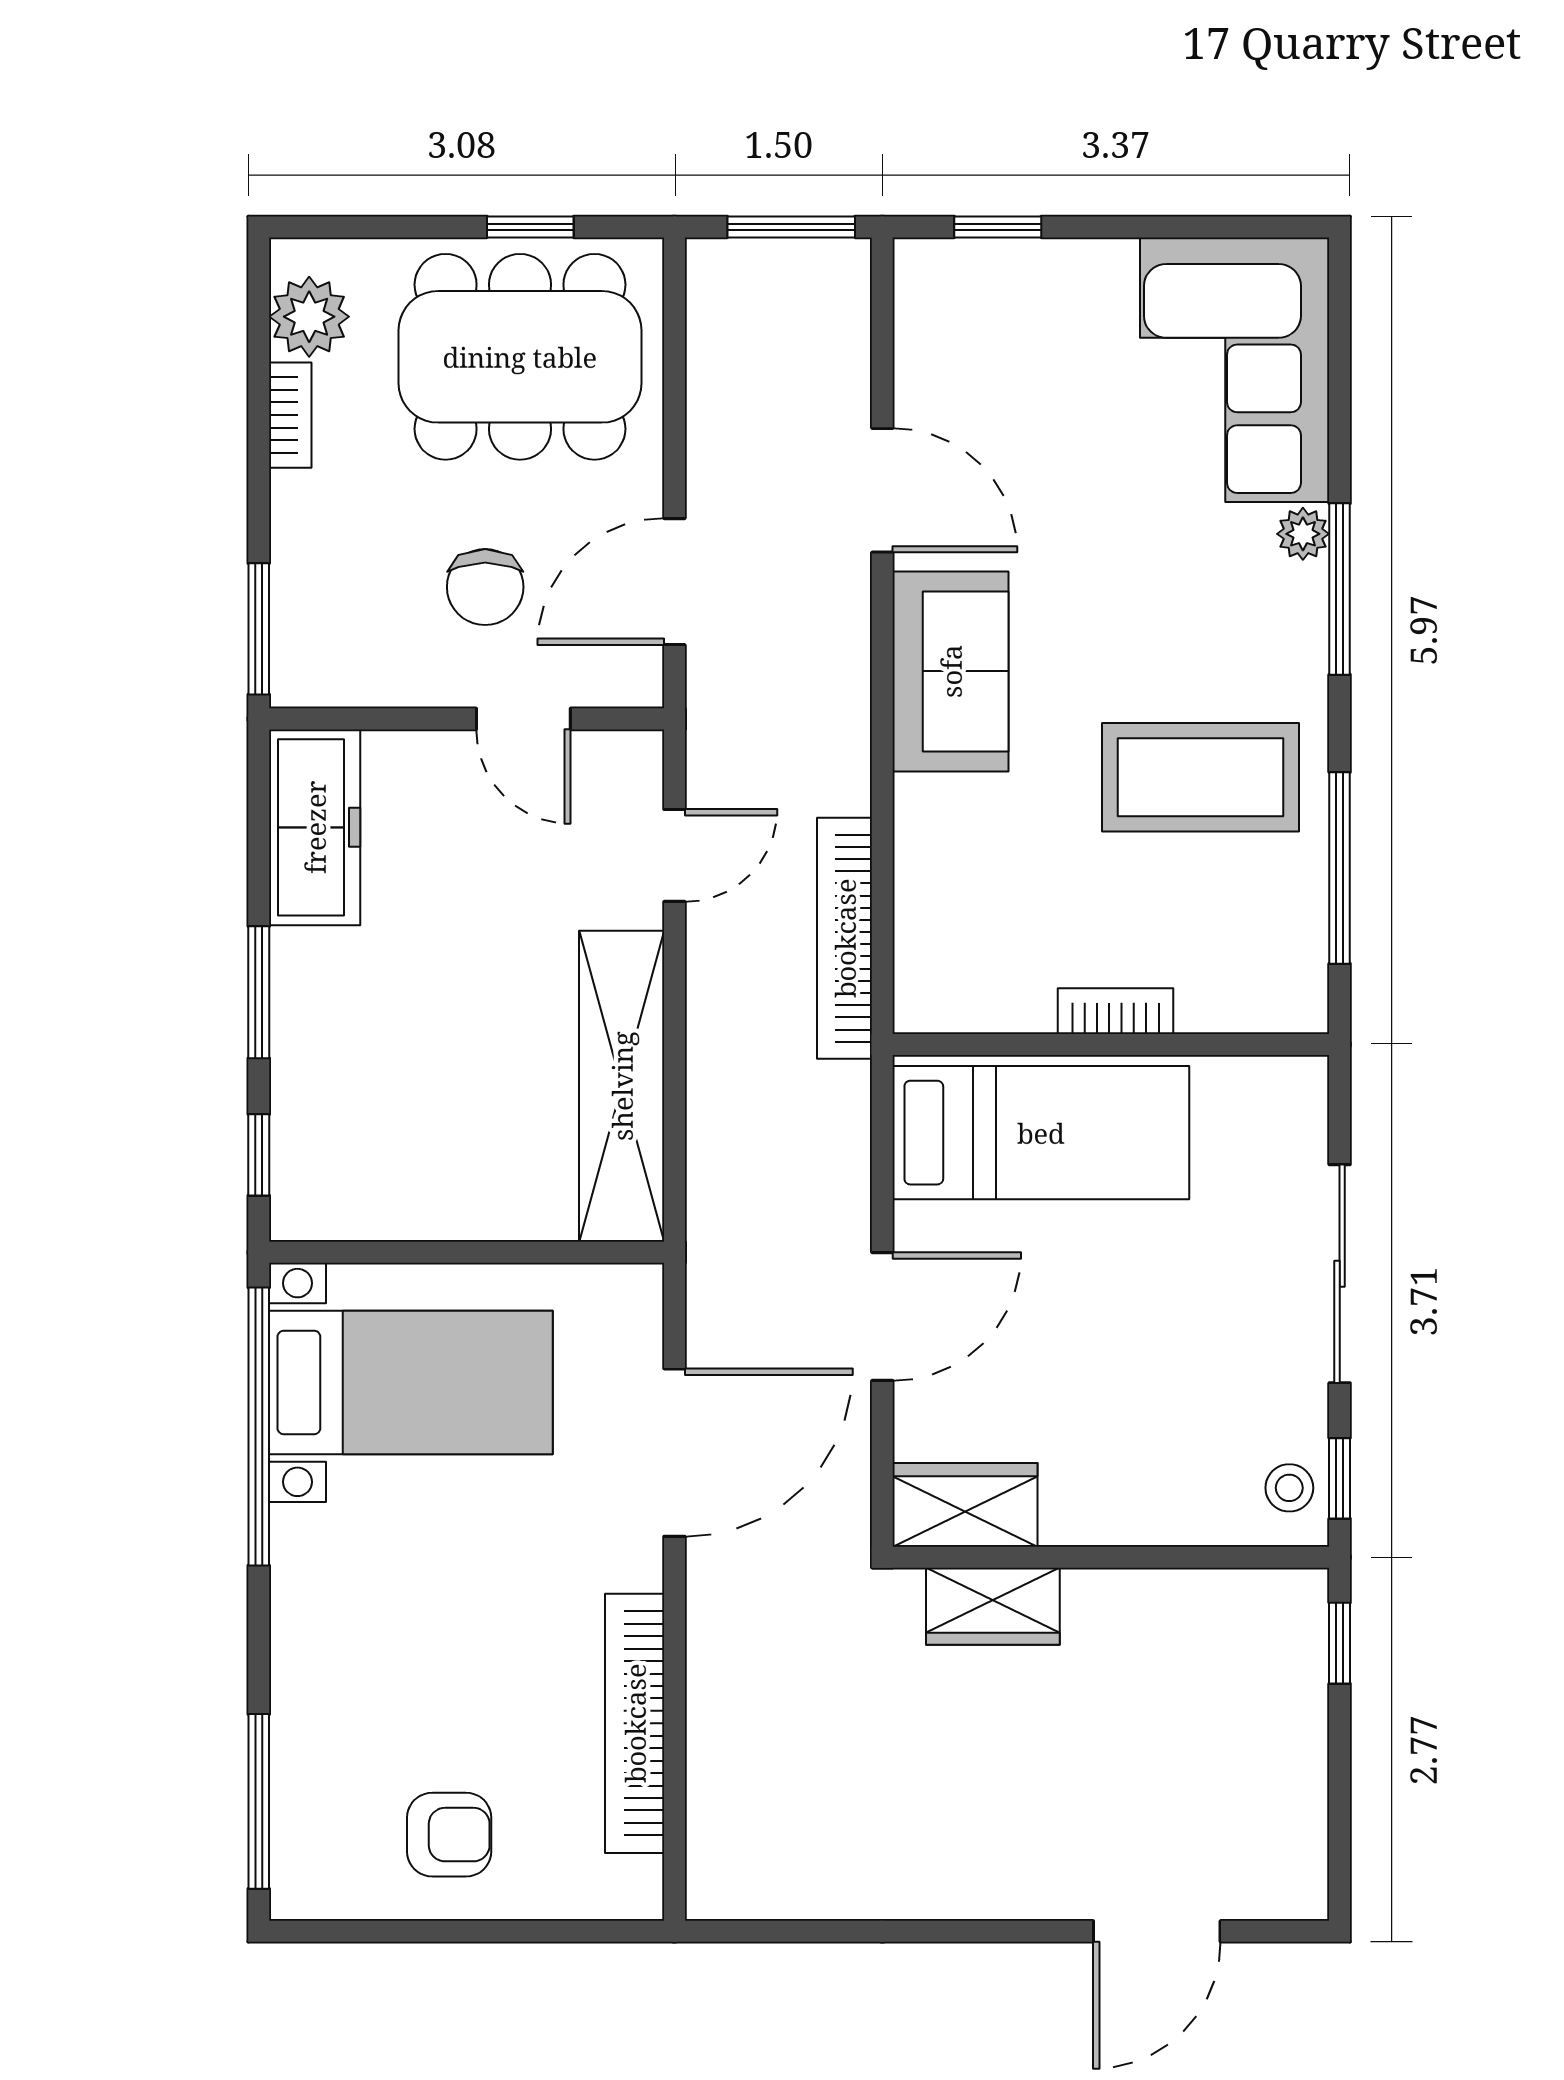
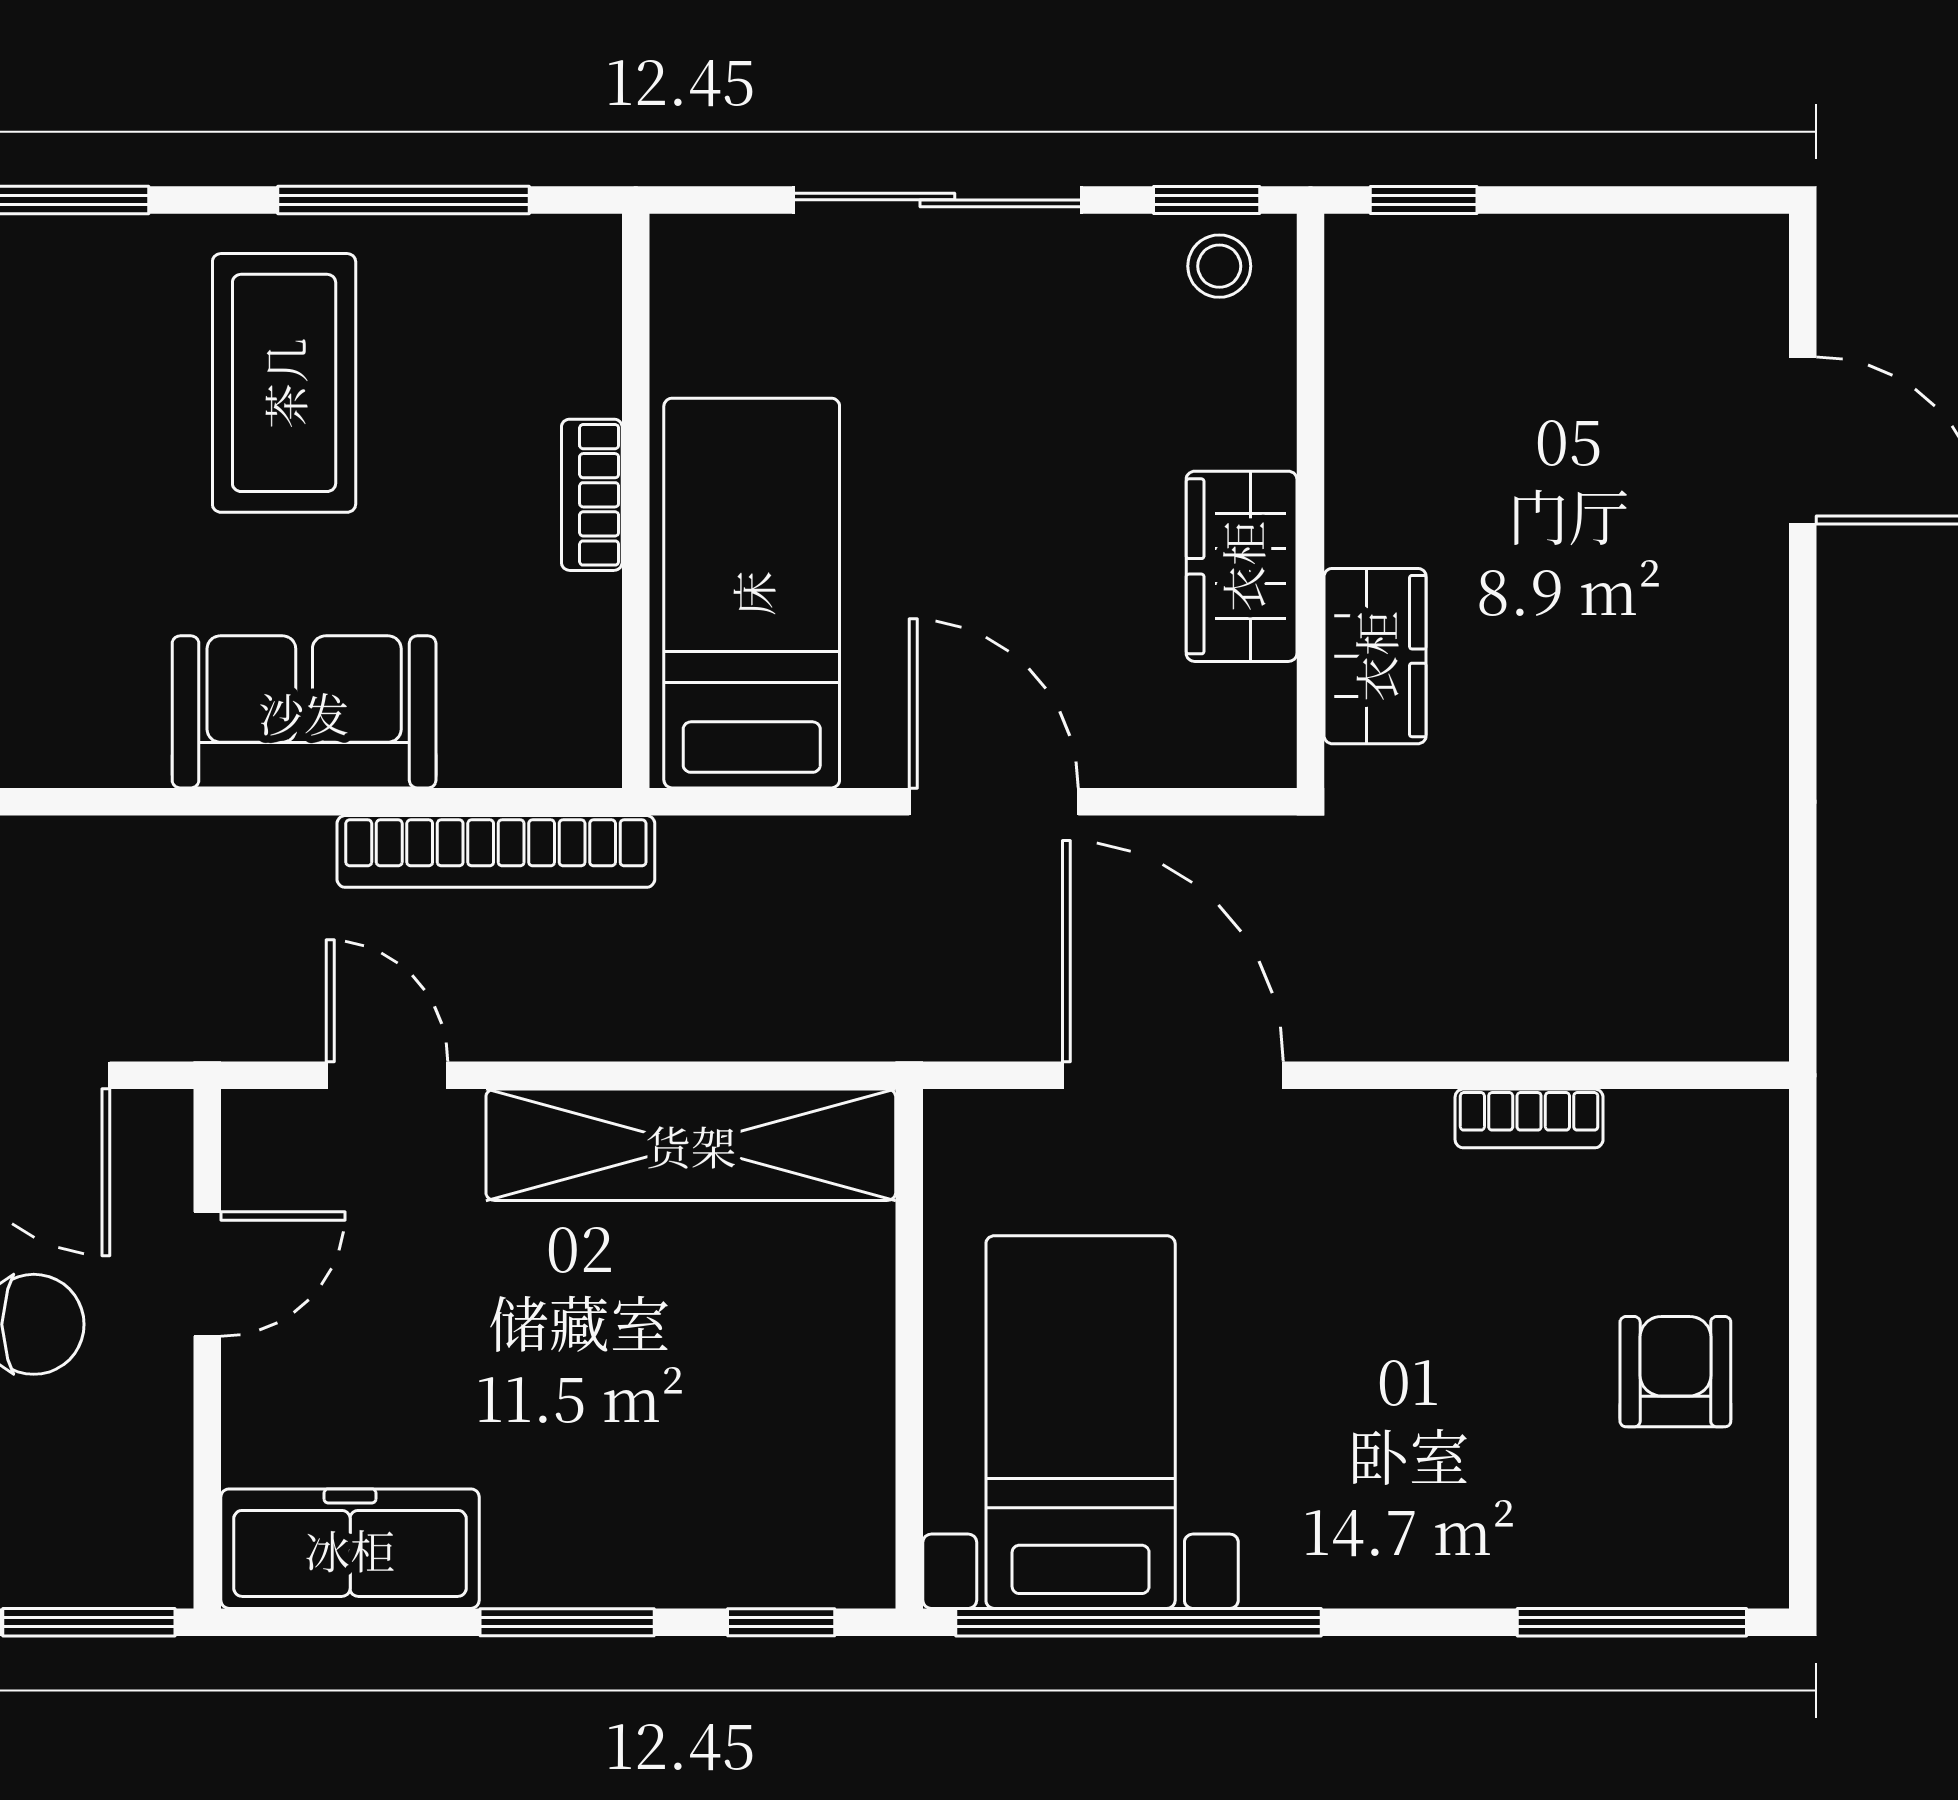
sofa: (951, 671) -> (304, 712), moved
wardrobe: (965, 1505) -> (1242, 566), moved
bookcase: (635, 1723) -> (1529, 1118), width x0.43, depth x0.76

